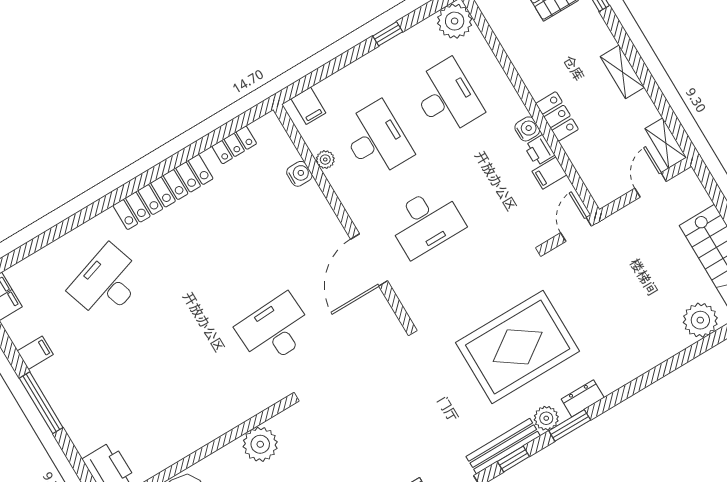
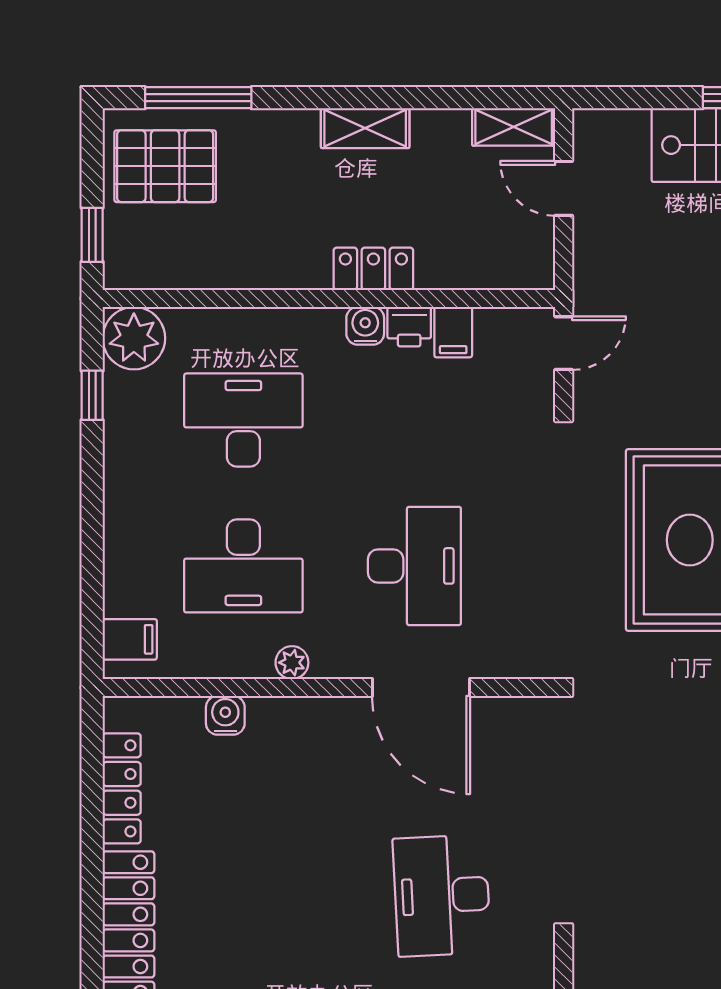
window: (388, 34) -> (92, 395), moved
desk: (376, 139) -> (243, 566), turned 180
locker: (234, 145) -> (122, 788), width x1.53
plant: (325, 160) -> (292, 663), moved
door: (576, 229) -> (564, 343), swing flipped

